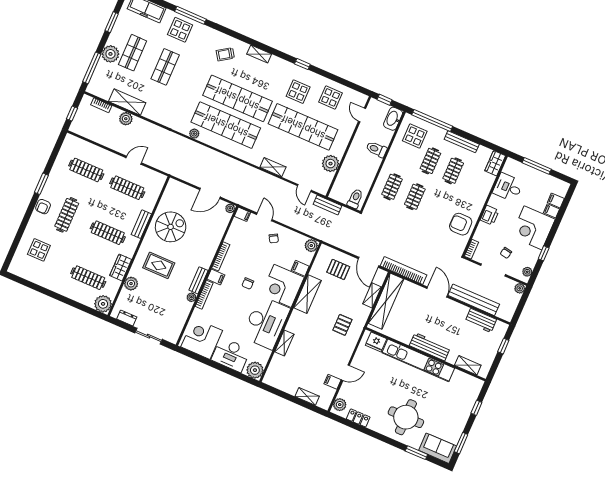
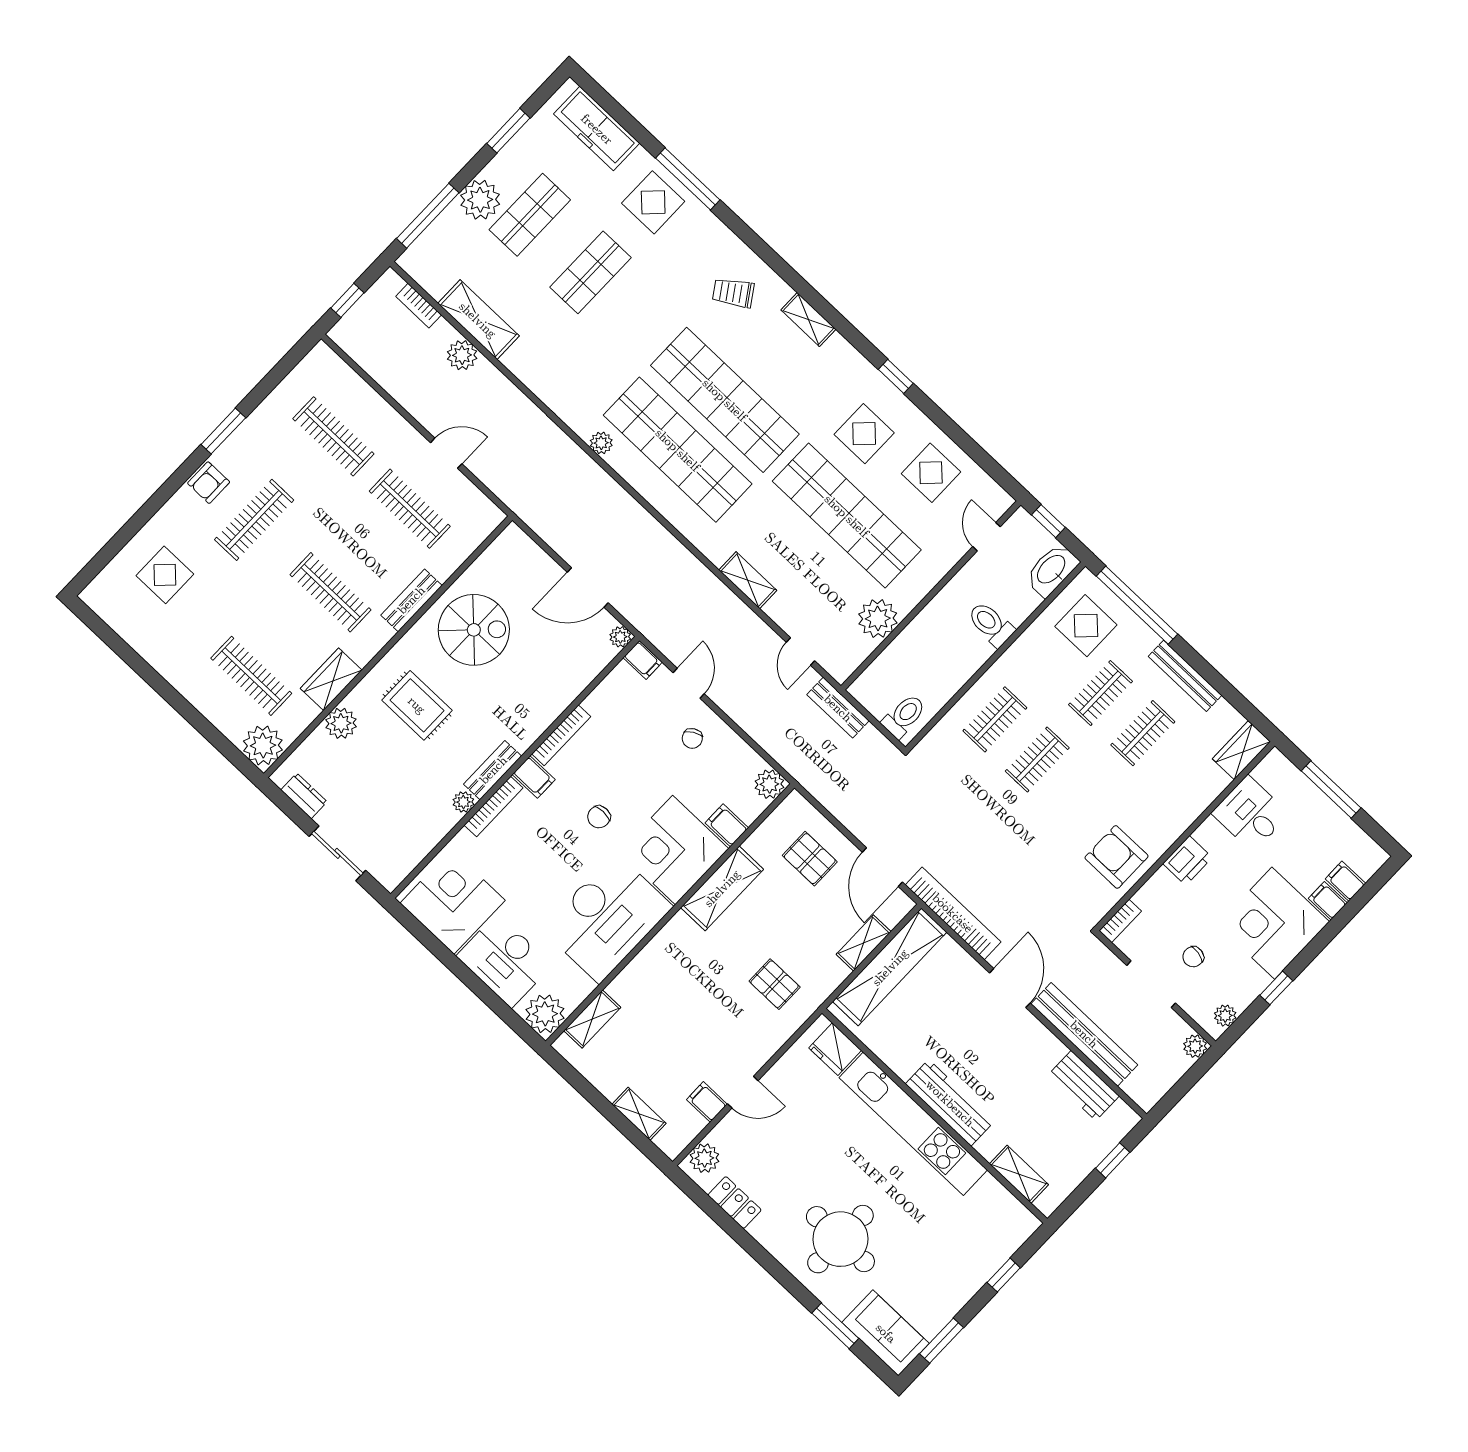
pallet: (342, 325) -> (775, 984), turned 90
shelving: (284, 343) -> (592, 1019), moved

